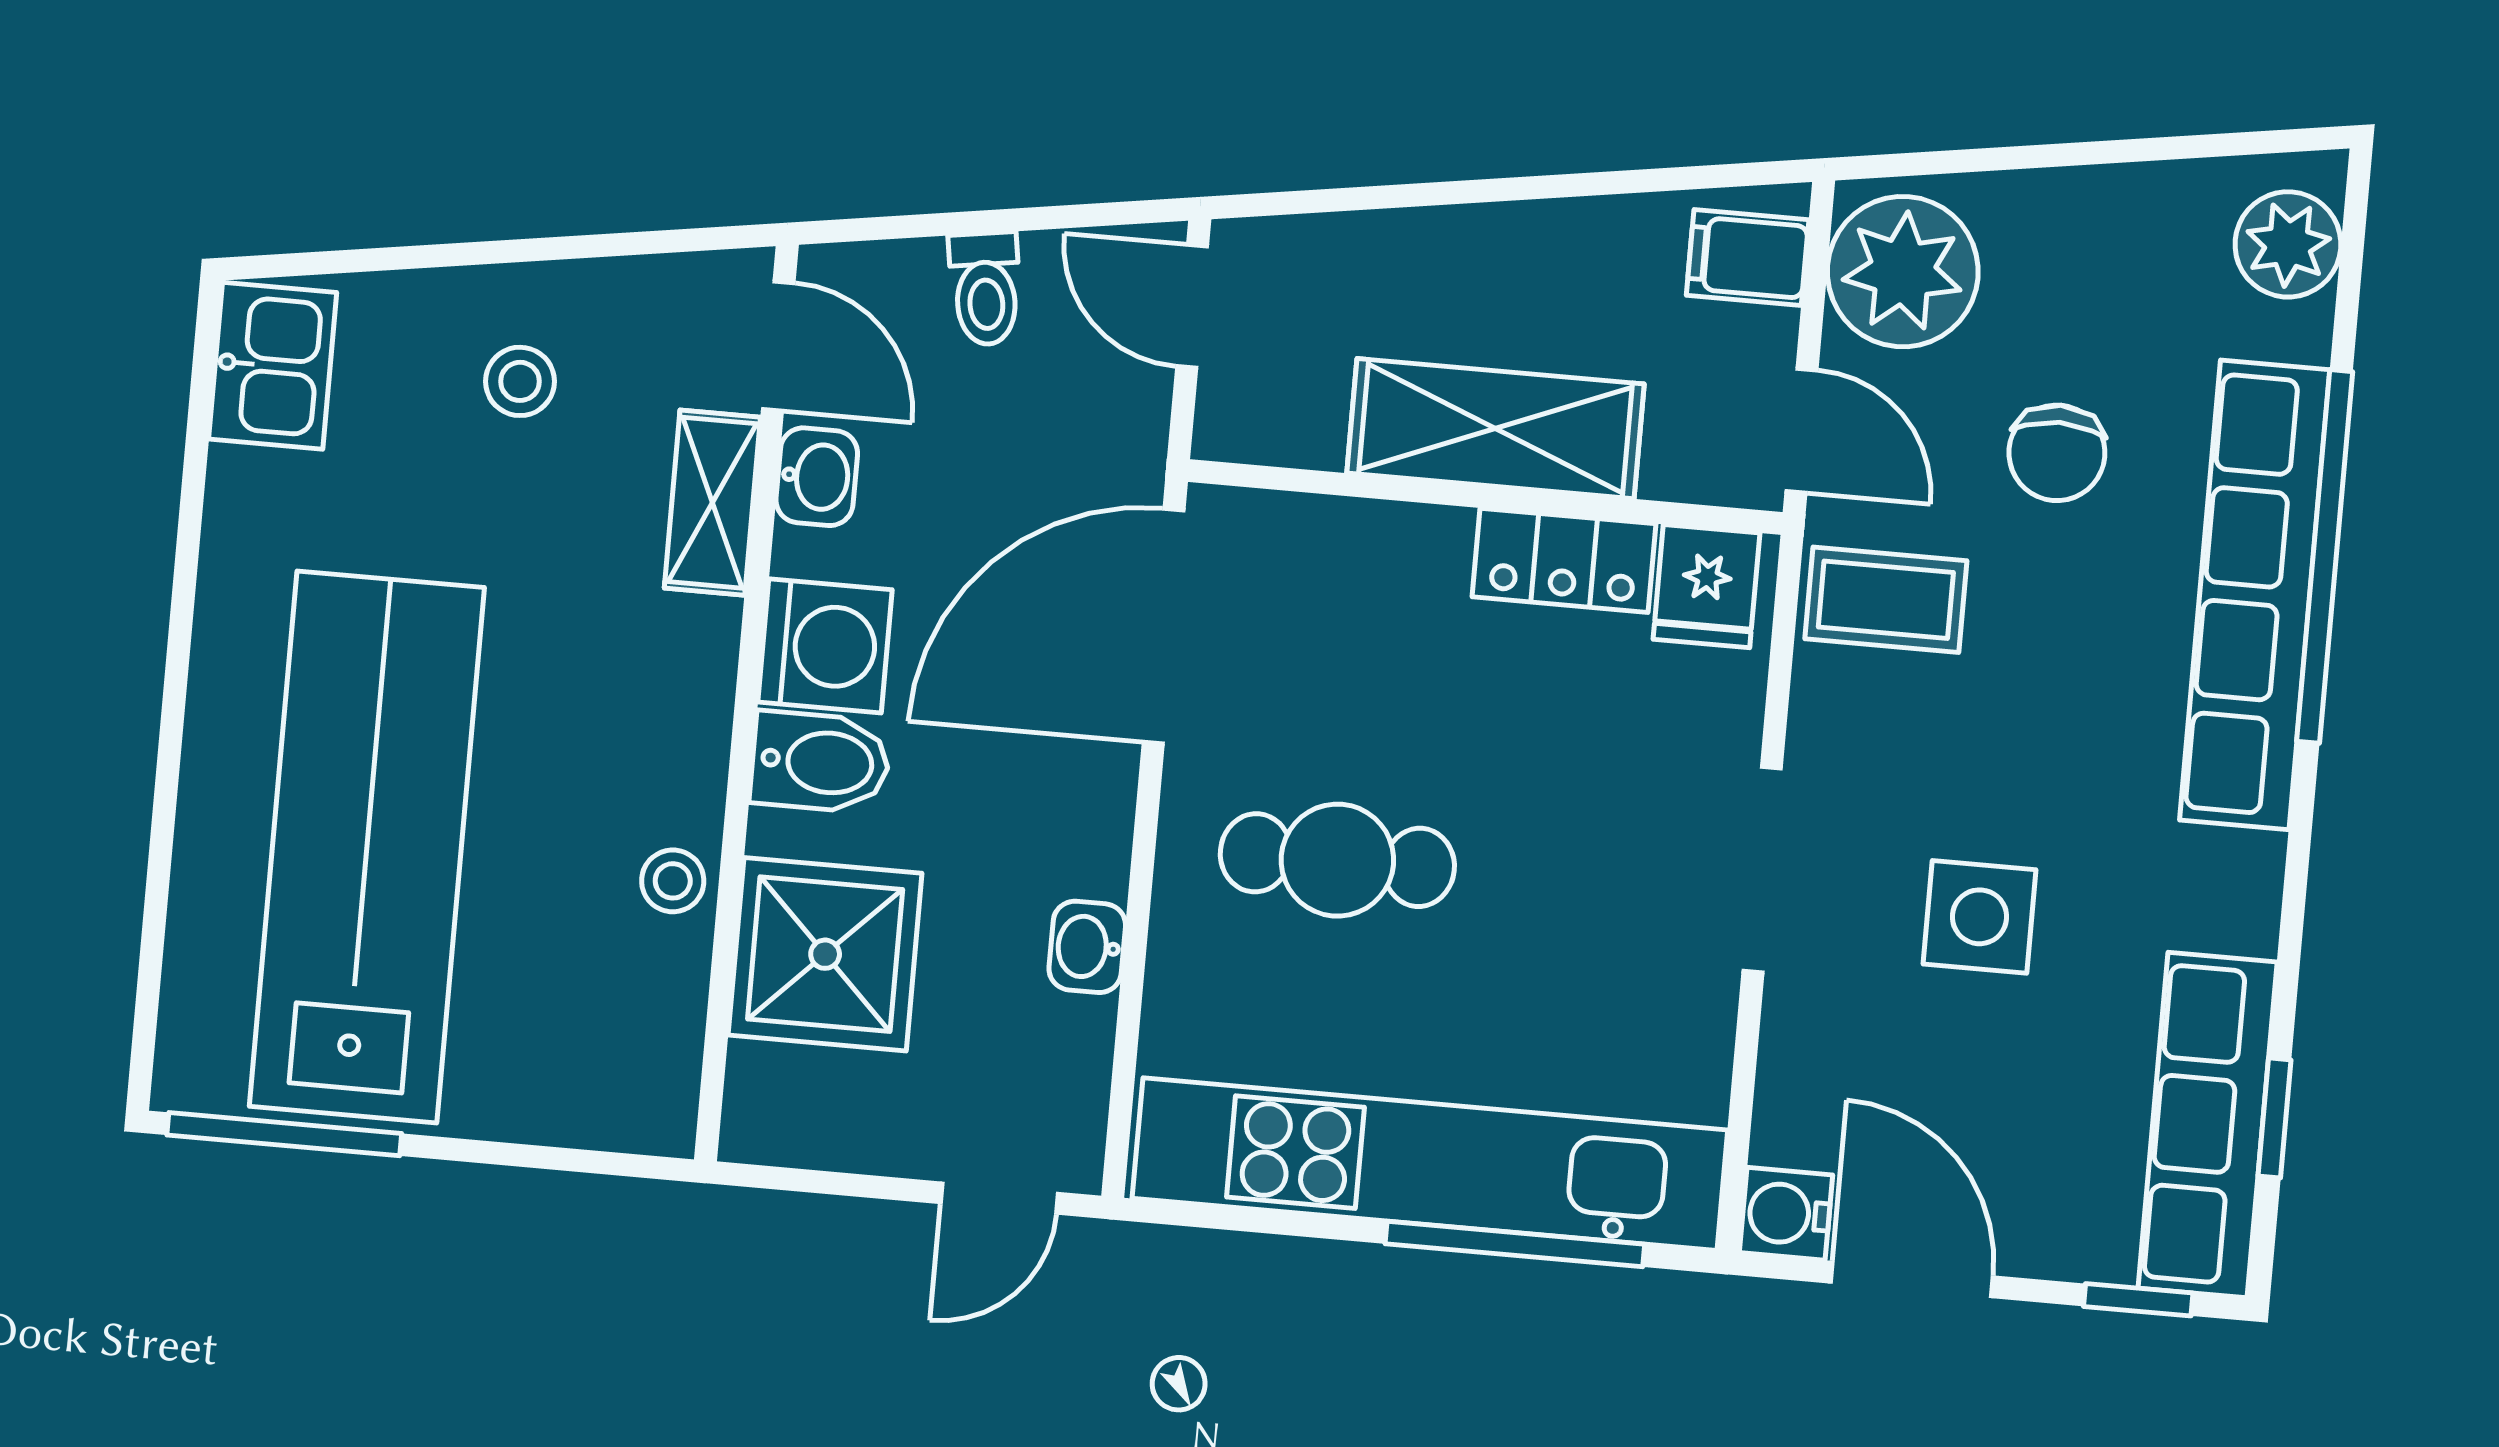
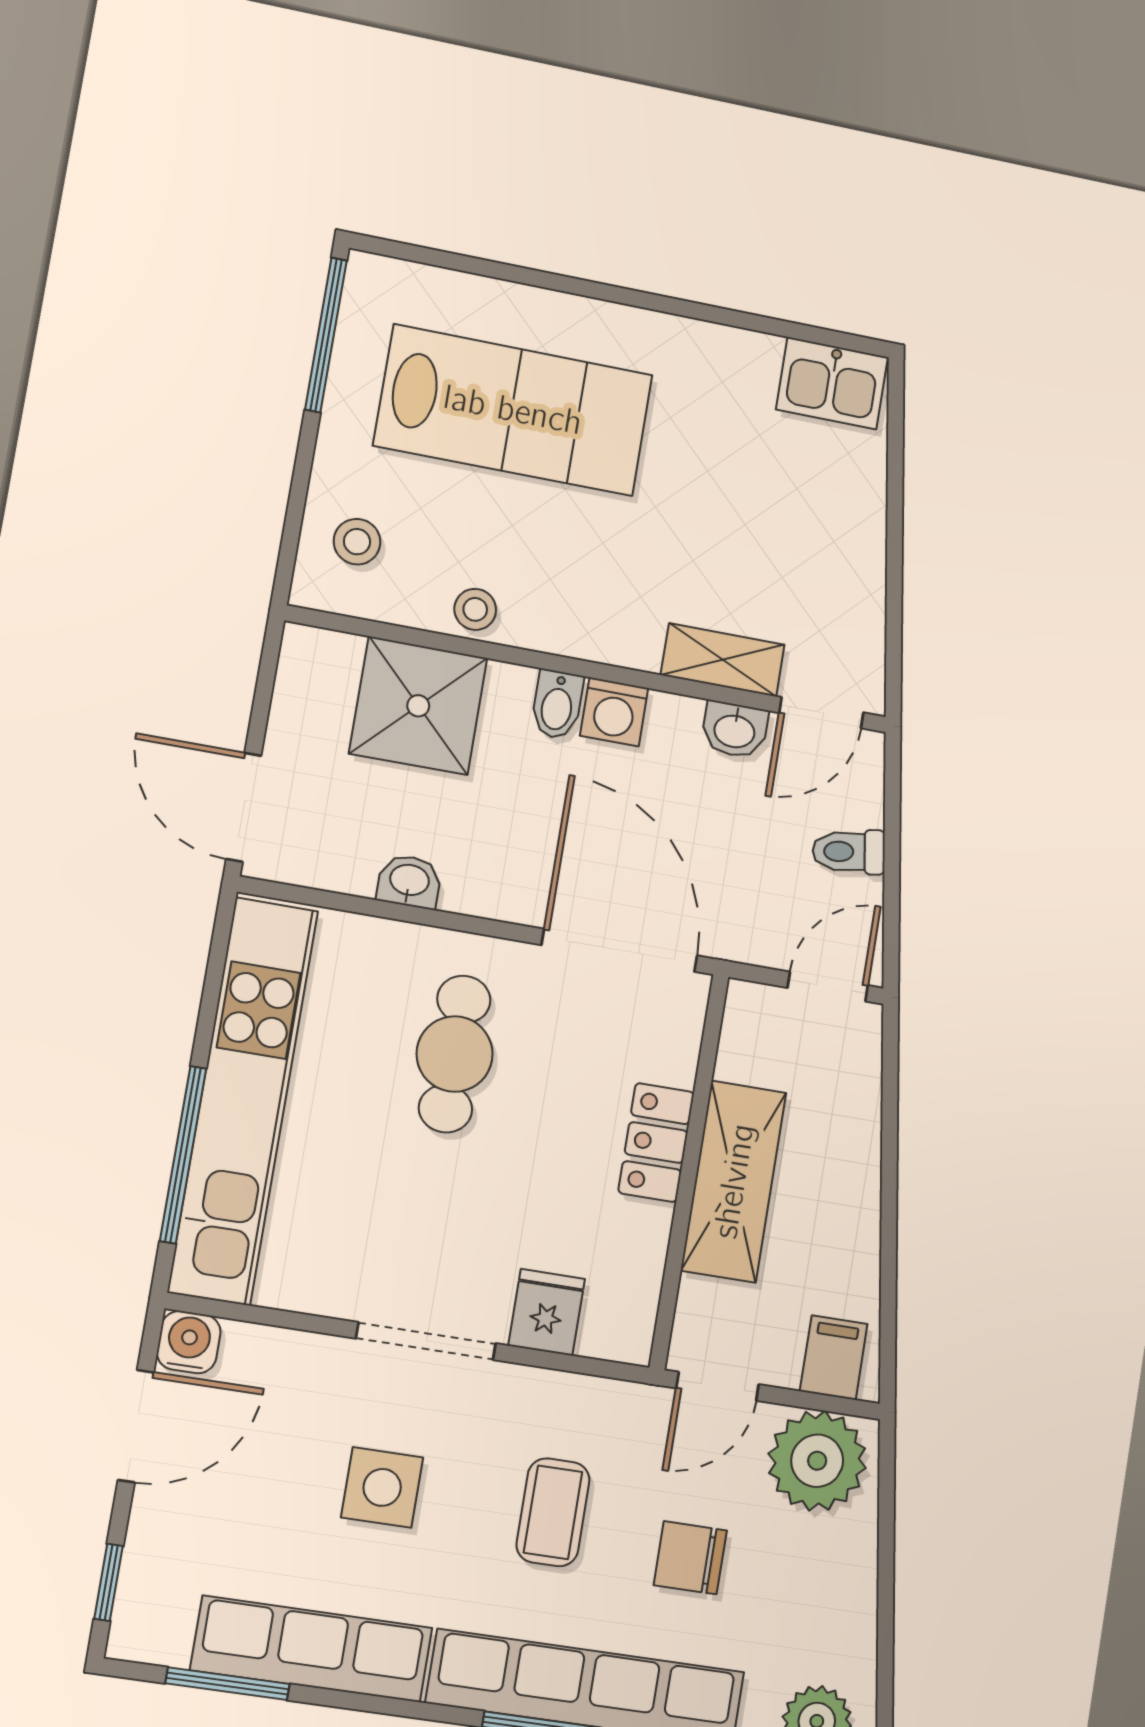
stool: (520, 381) -> (357, 542), moved
locker: (1564, 560) -> (656, 1143), moved
fridge: (1706, 586) -> (547, 1312), moved, turned 90
coffee table: (1886, 600) -> (553, 1512), moved
washing machine: (825, 646) -> (614, 712), width x0.73, depth x0.73
bidet: (820, 762) -> (557, 705), width x0.72, depth x0.74
lab bench: (367, 847) -> (513, 410), width x0.73
window: (2275, 1118) -> (227, 1684), width x1.50
row of seats: (2208, 1125) -> (312, 1649), moved
door: (999, 1198) -> (244, 807), width x1.38

